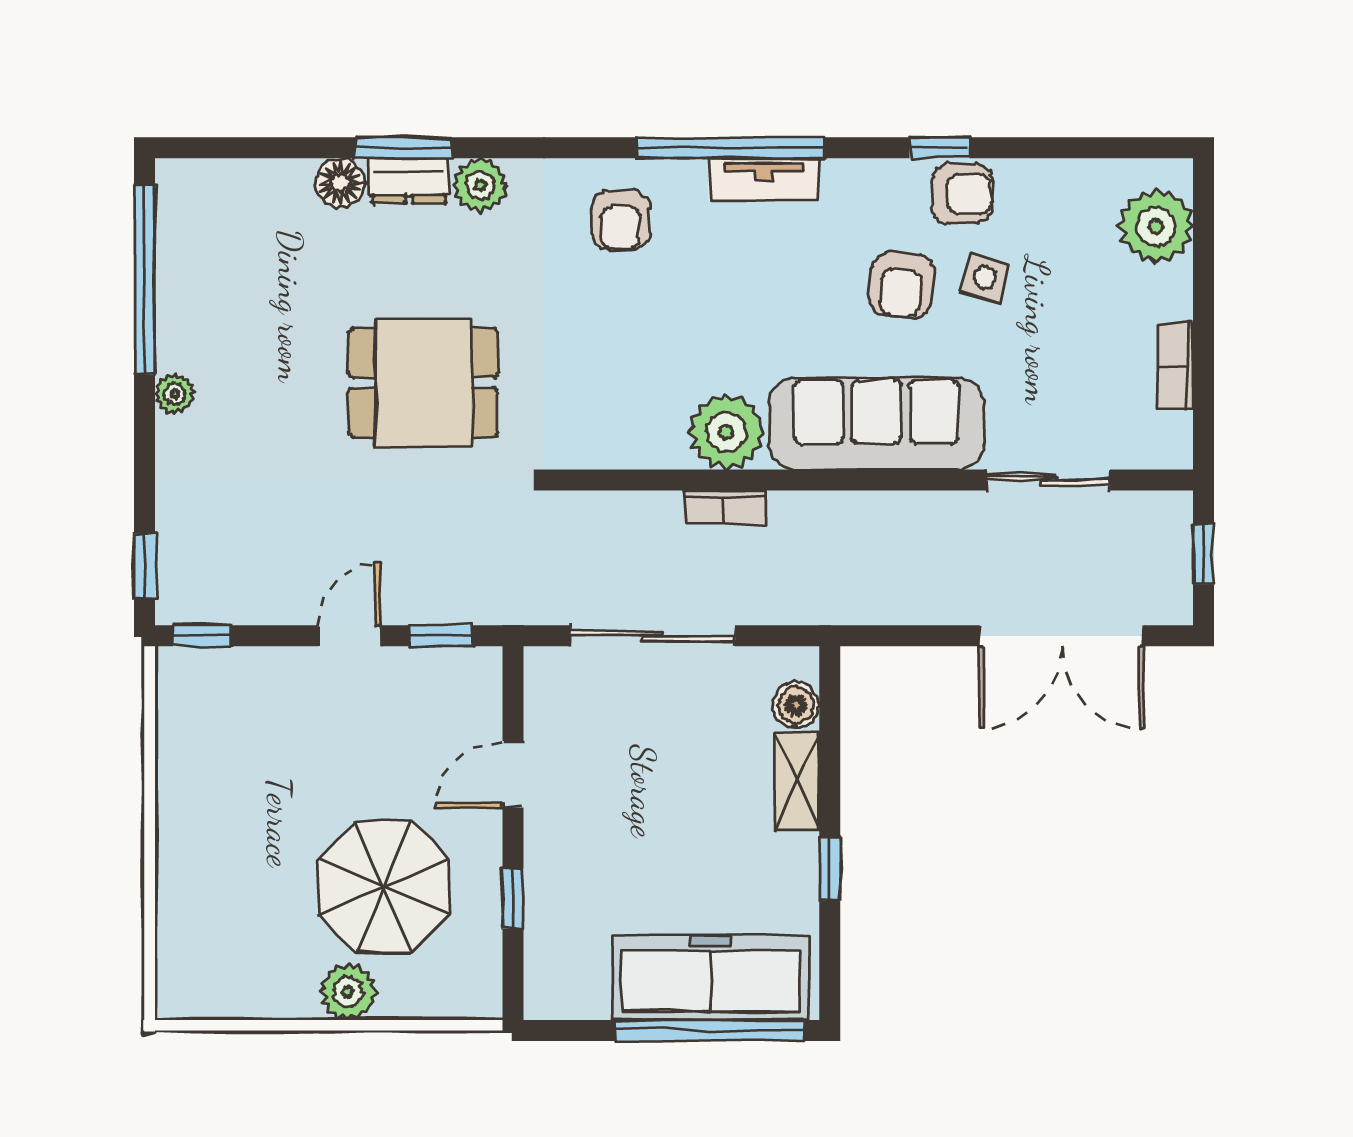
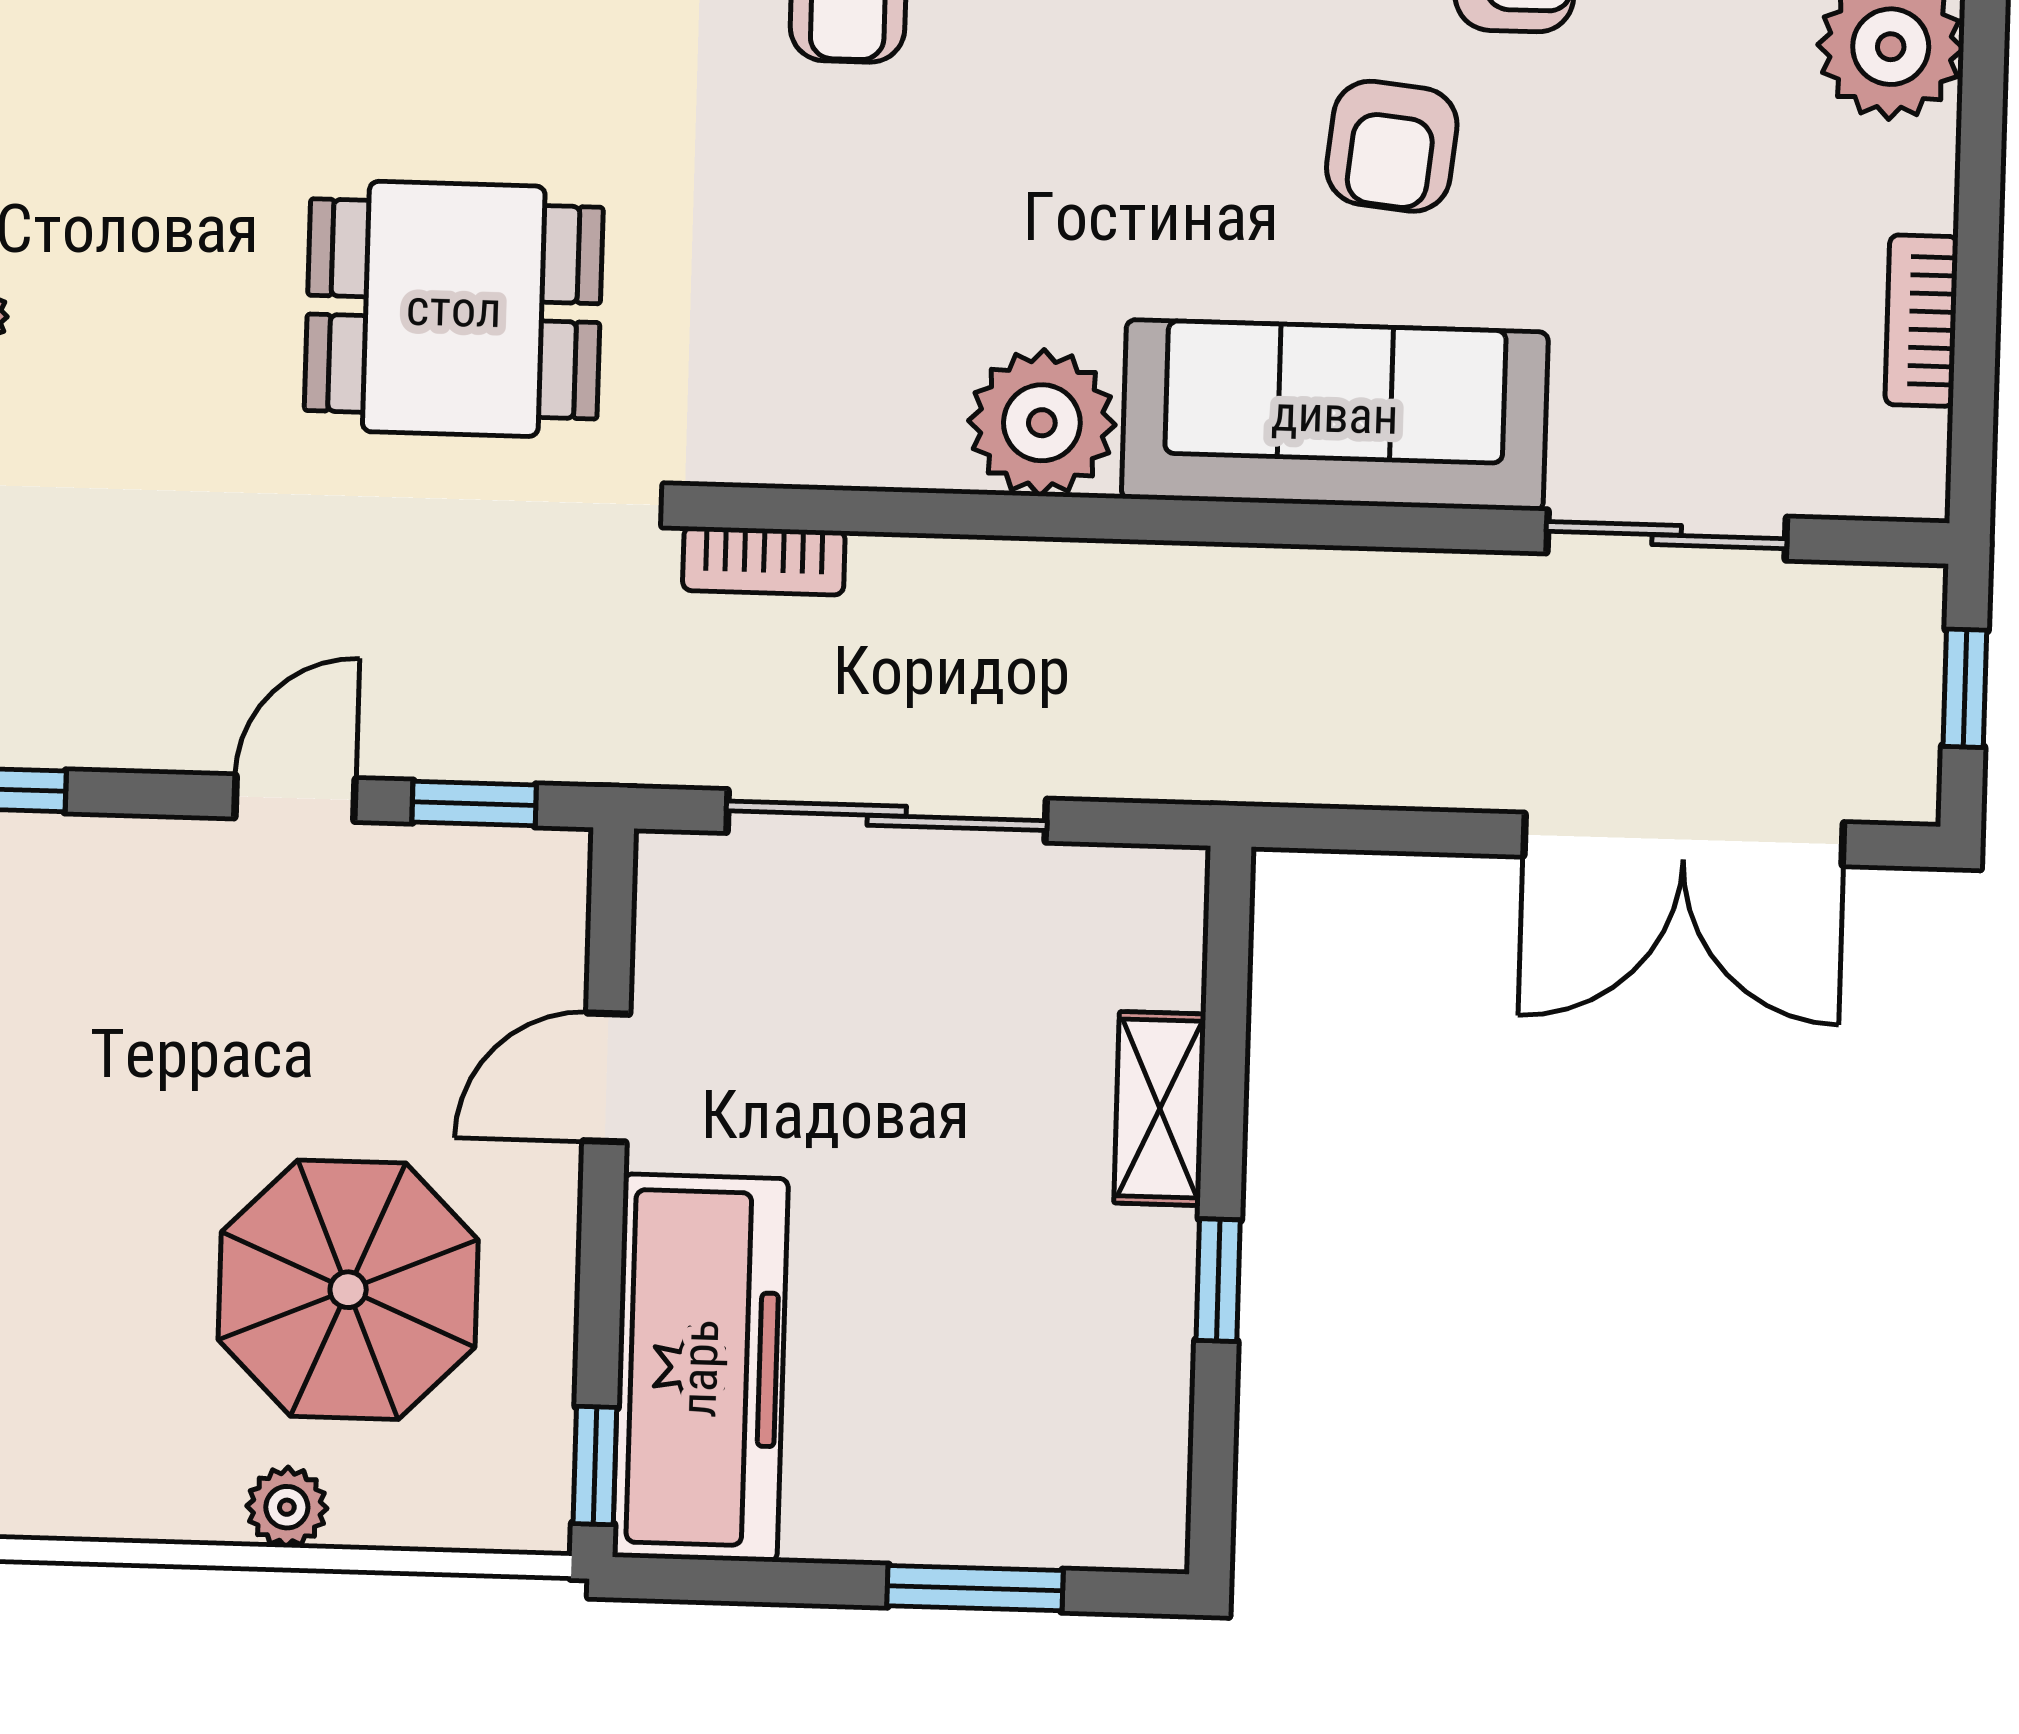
side table: (985, 278) -> (1555, 137), removed
bookcase: (724, 507) -> (764, 561), moved
boiler: (796, 705) -> (1162, 959), removed
window: (513, 898) -> (595, 1466), moved
freezer: (711, 978) -> (700, 1368), moved, turned 90
plant: (348, 992) -> (287, 1507), width x0.73, depth x0.73
window: (710, 1030) -> (975, 1588), width x0.47

